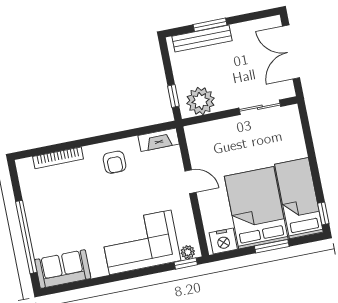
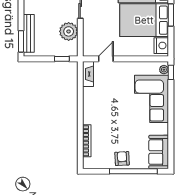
window: (210, 25) -> (21, 41), moved
plant: (200, 101) -> (69, 31), moved
armchair: (115, 162) -> (122, 159), moved, turned -93
door: (191, 182) -> (106, 59), moved

